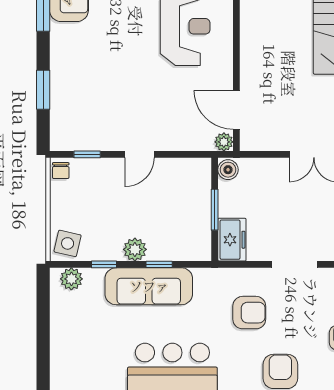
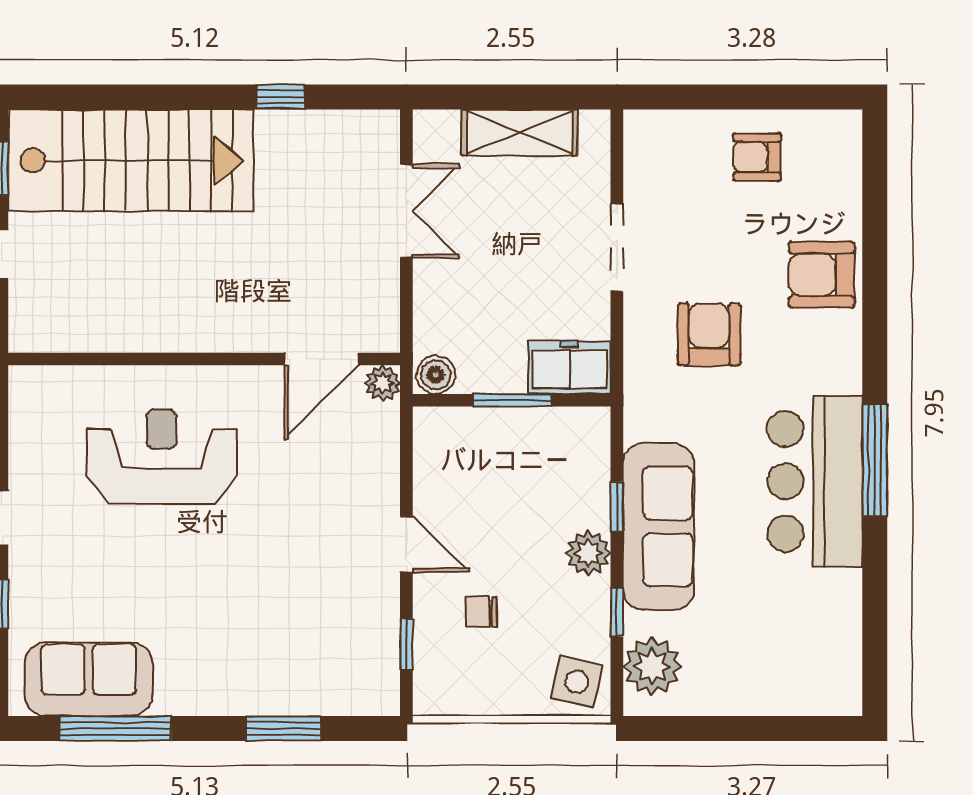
chair: (61, 171) -> (481, 612), moved, turned 180
plant: (71, 279) -> (652, 667), width x1.36, depth x1.36

